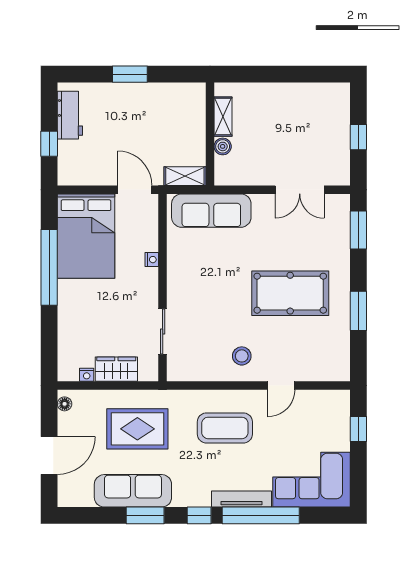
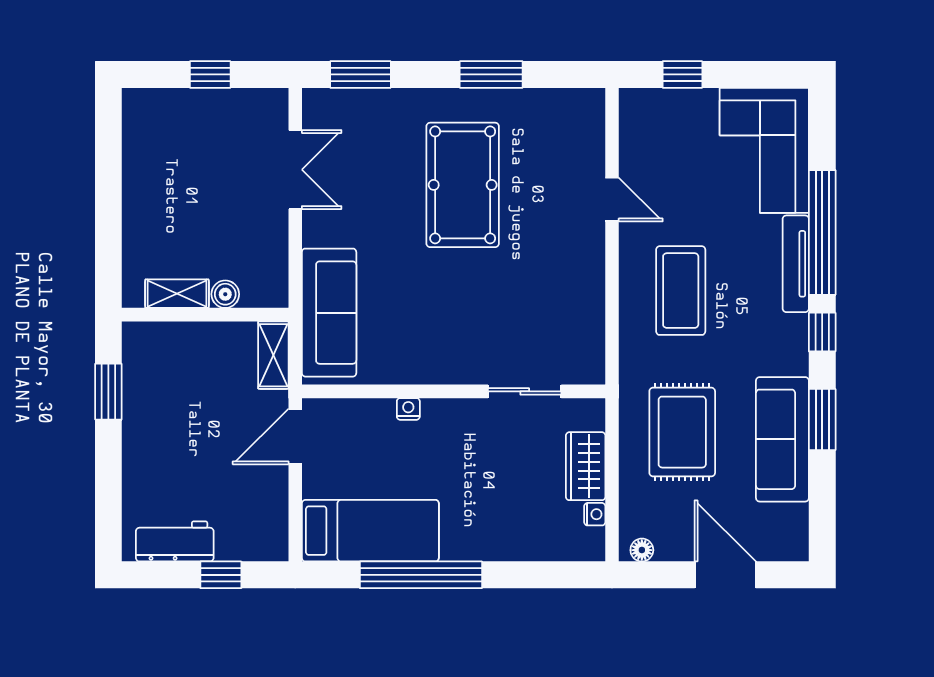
window: (130, 74) -> (108, 392), moved
bed: (86, 236) -> (370, 531), width x0.67
stool: (242, 356) -> (564, 263), removed

